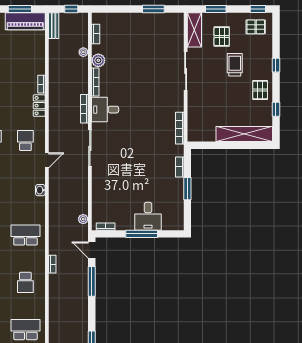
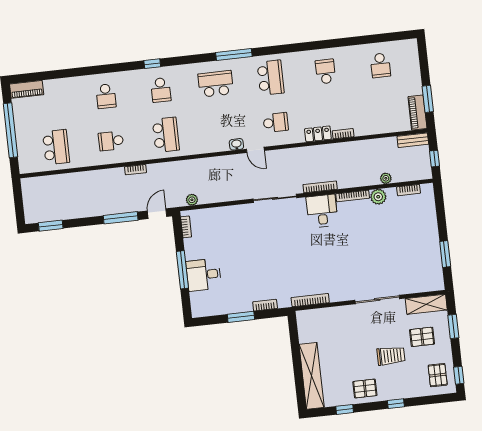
piano: (25, 21) -> (417, 113), width x0.73, depth x0.75
washbasin: (40, 190) -> (236, 144), moved

